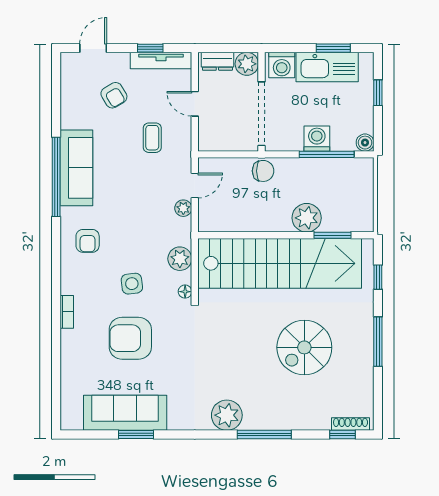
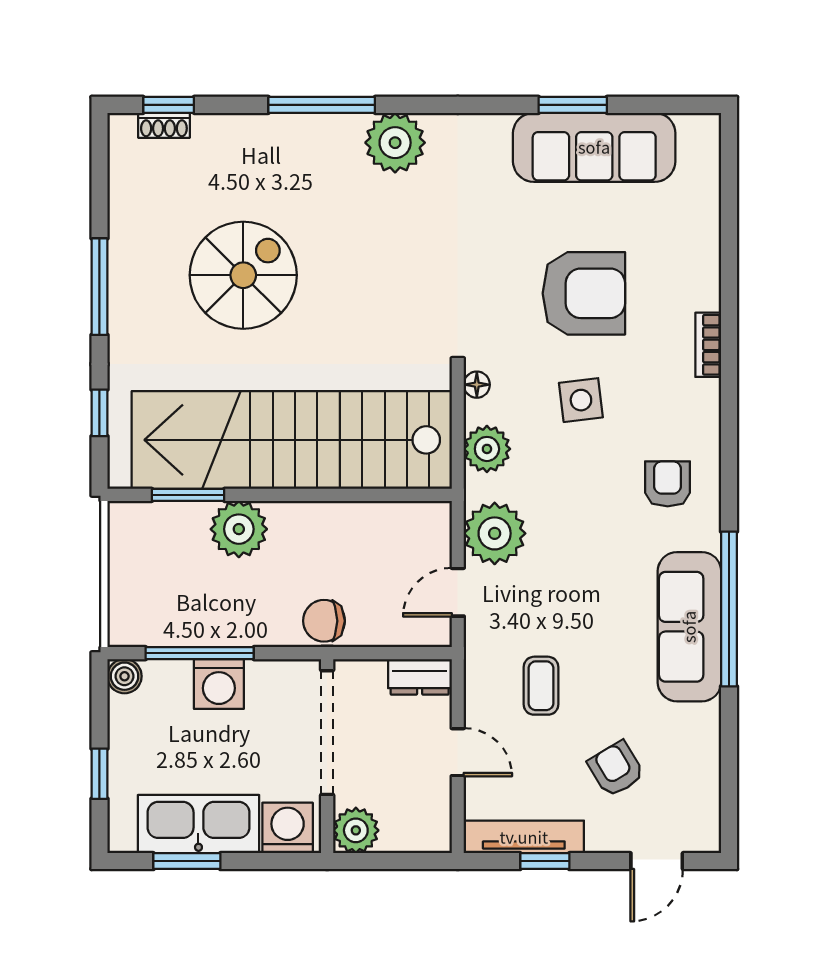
dresser: (217, 61) -> (420, 677), moved, turned 180
plant: (183, 208) -> (495, 533), width x1.88, depth x1.88
shoe rack: (351, 424) -> (164, 125), width x0.70

